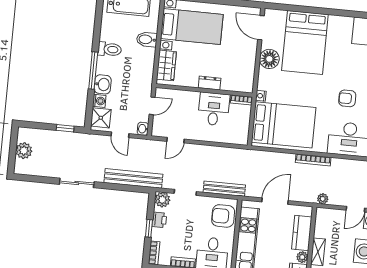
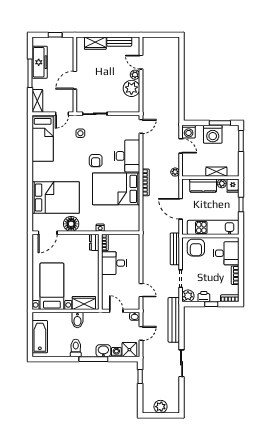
bidet: (147, 39) -> (77, 320), moved
dresser: (210, 83) -> (94, 242), moved
bed: (284, 125) -> (116, 189), moved, turned -90

